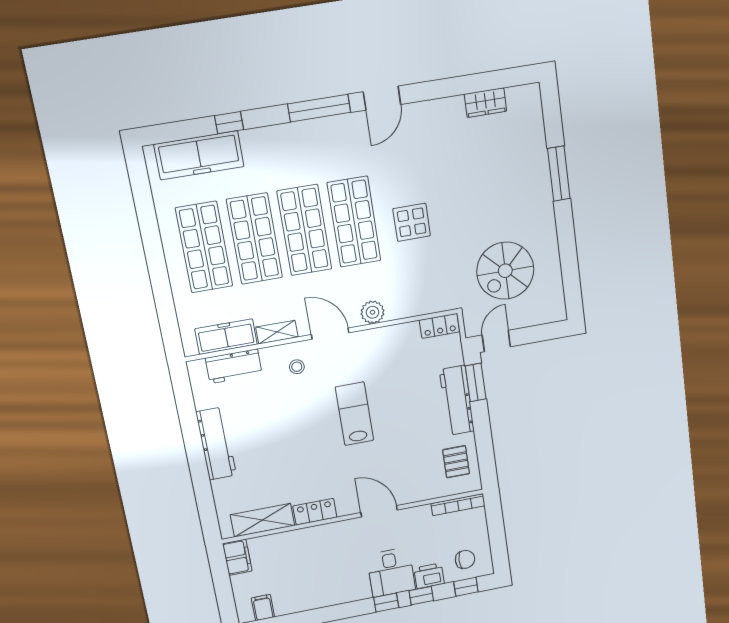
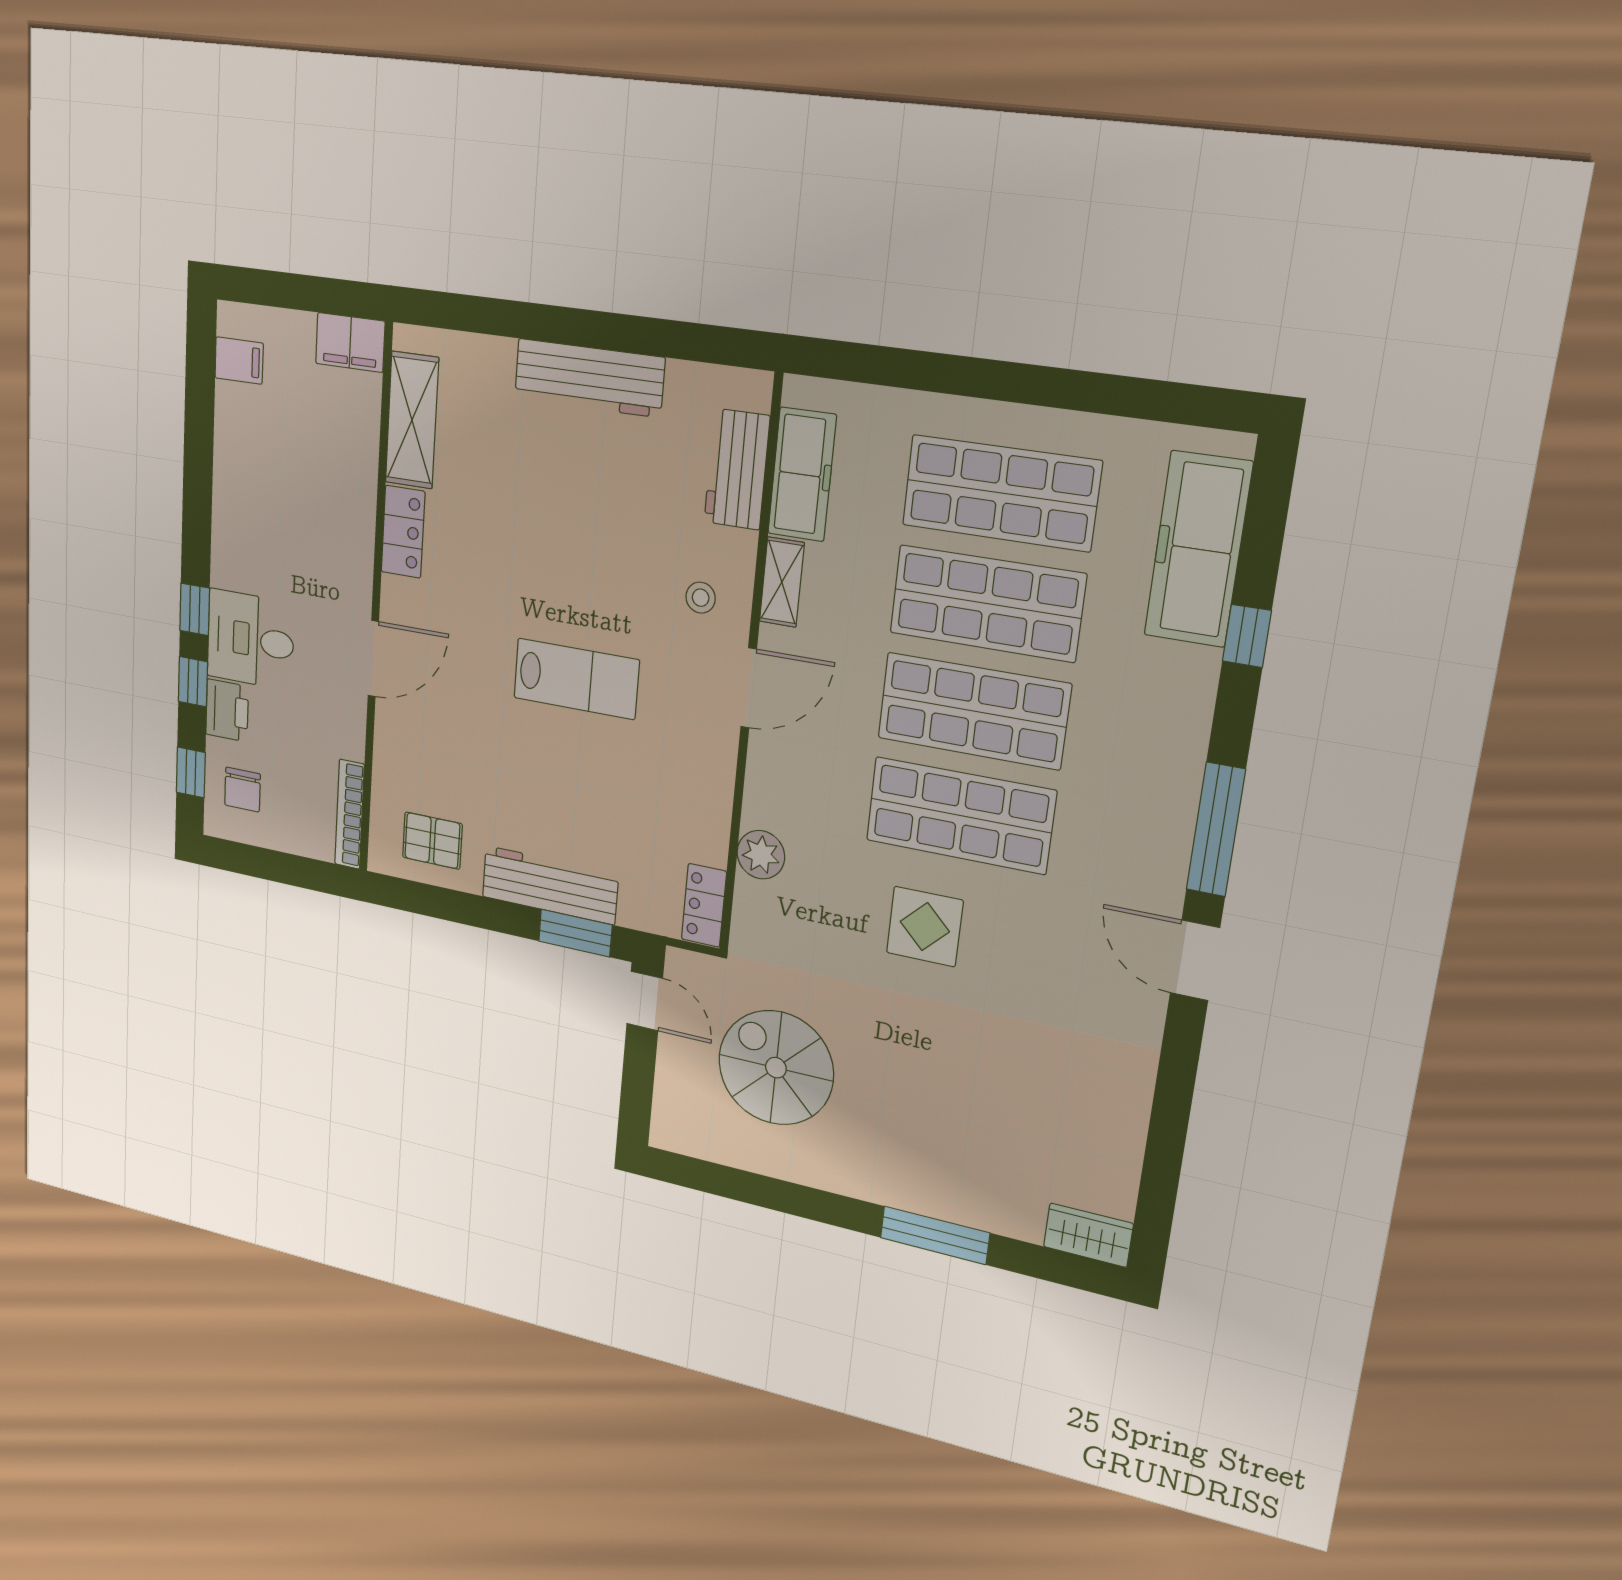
wardrobe: (485, 103) -> (1088, 1235), moved, turned 90
plant: (373, 312) -> (761, 855), moved

